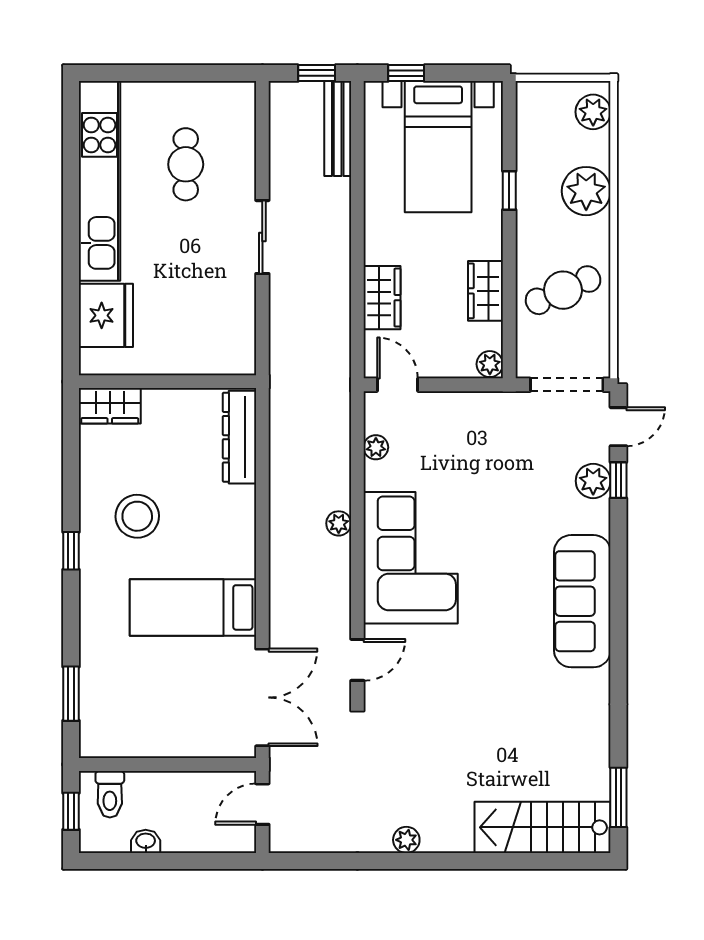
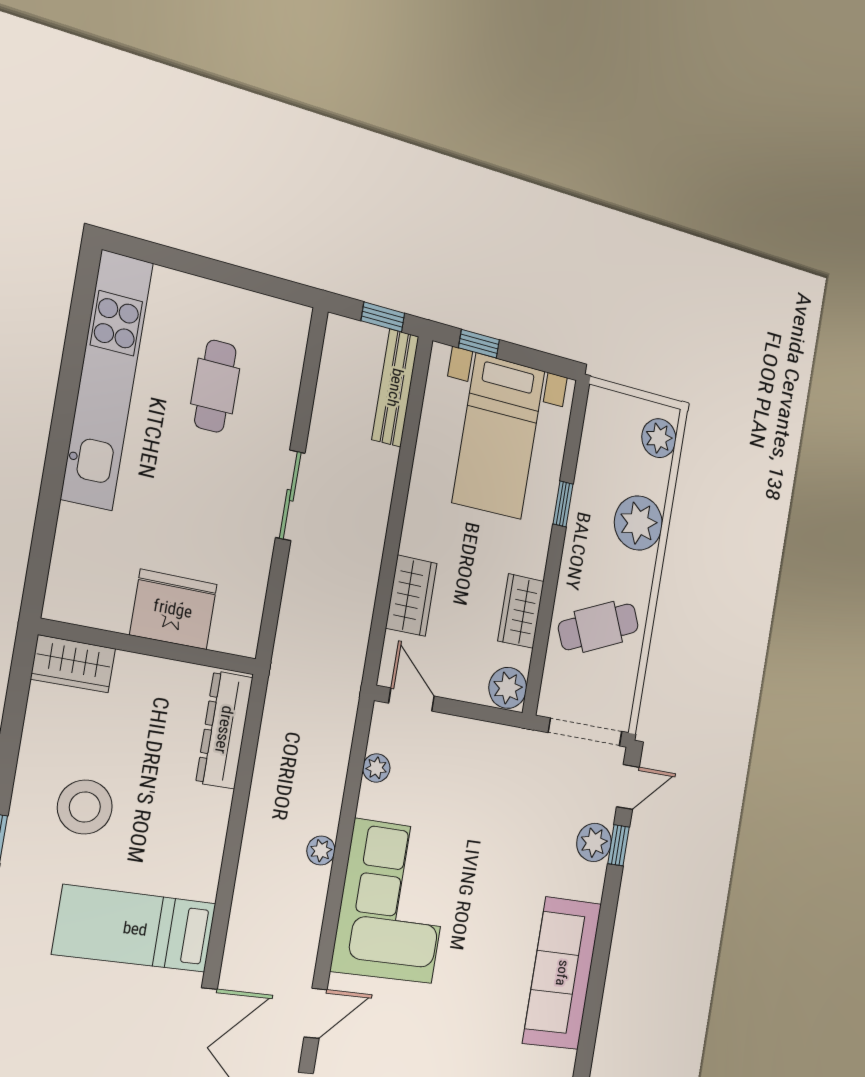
fridge: (106, 315) -> (173, 609), moved, turned -90
plant: (490, 364) -> (508, 688), width x1.38, depth x1.38

